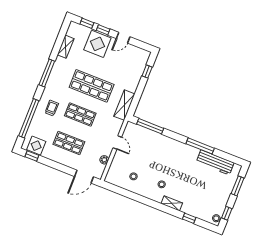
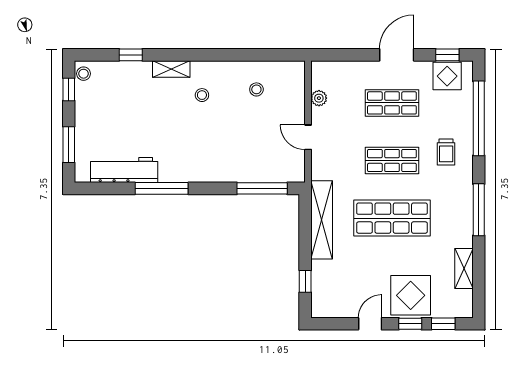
shelving: (124, 105) -> (322, 220), width x1.47
door: (84, 177) -> (397, 55), moved

